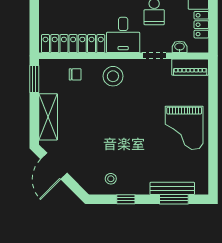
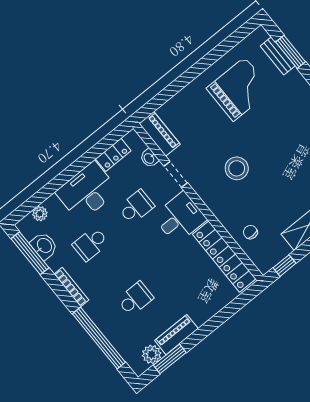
stool: (113, 76) -> (237, 168), moved
window: (34, 79) -> (285, 266), width x0.67
grand piano: (184, 128) -> (239, 89), moved
bench: (172, 188) -> (278, 56), width x0.73

